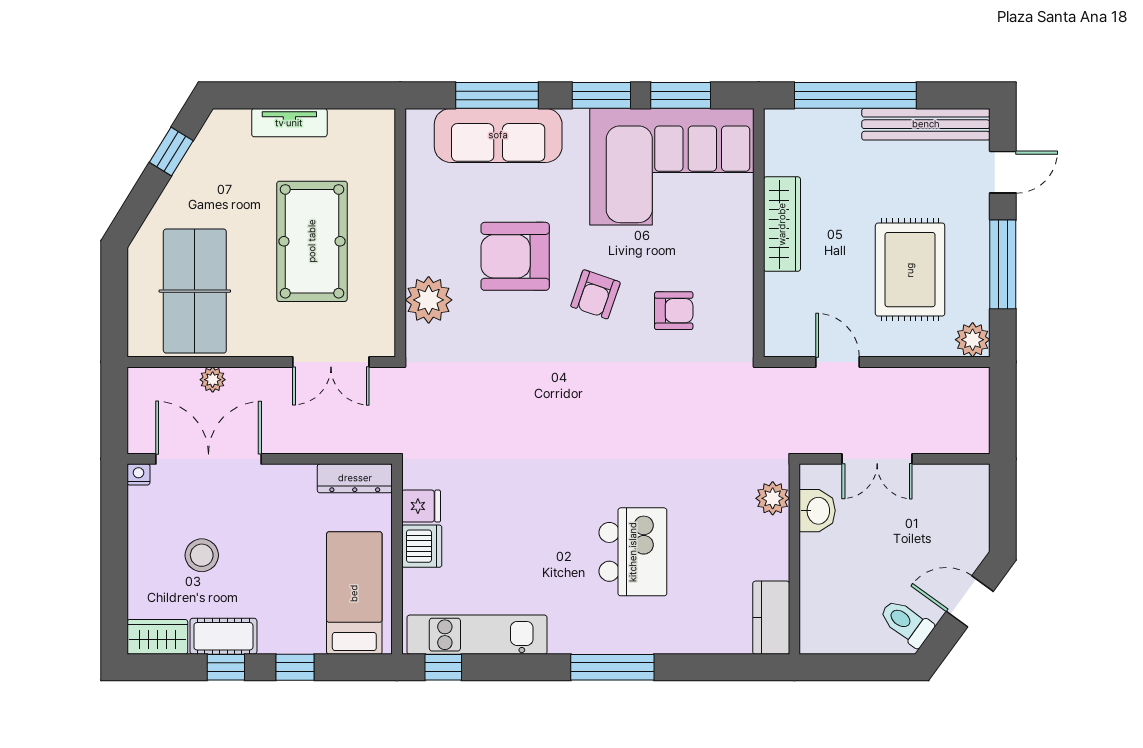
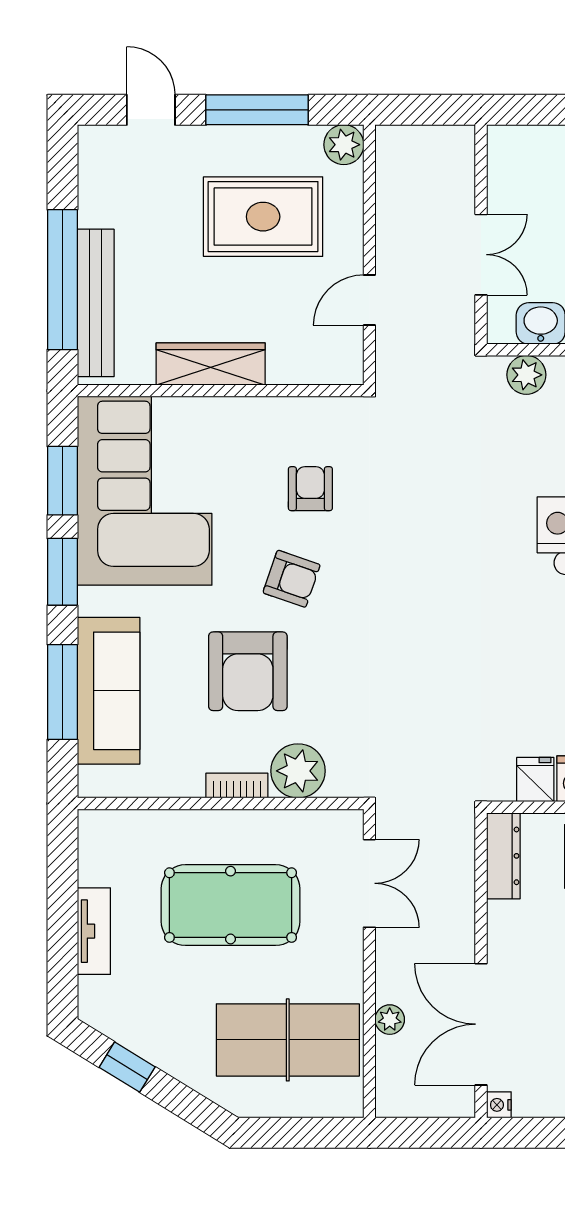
bench: (926, 124) -> (96, 303), moved
bookcase: (416, 247) -> (237, 786), added

